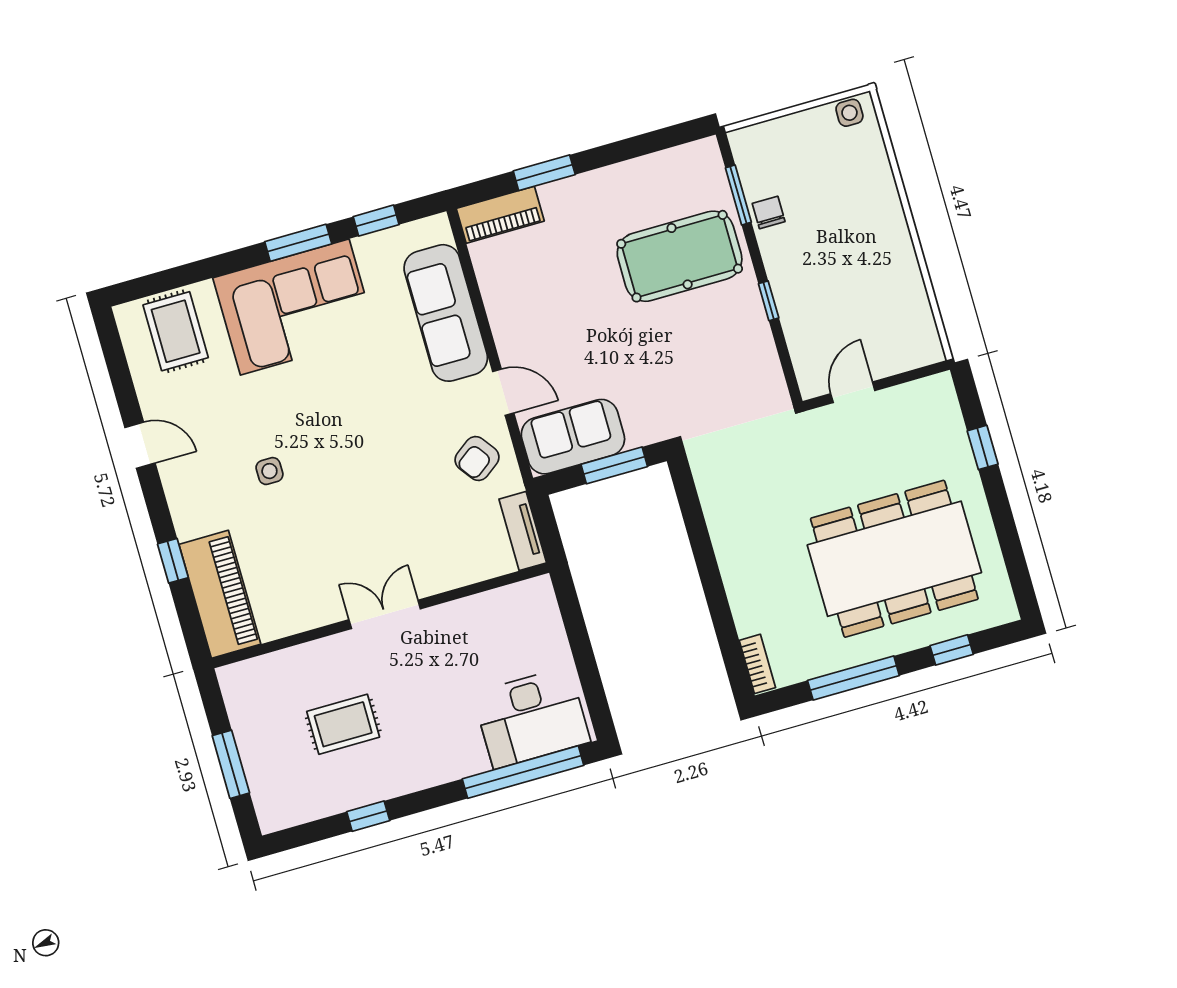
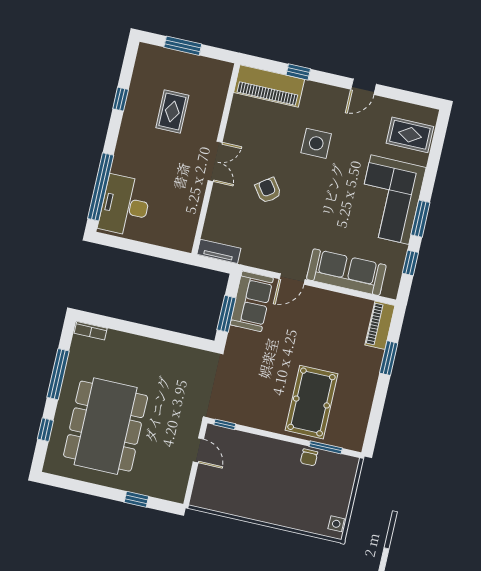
chair: (769, 212) -> (309, 457), turned 90
window: (769, 301) -> (225, 424), moved
armchair: (477, 458) -> (268, 190), moved
side table: (269, 471) -> (316, 143), width x1.87, depth x1.87

